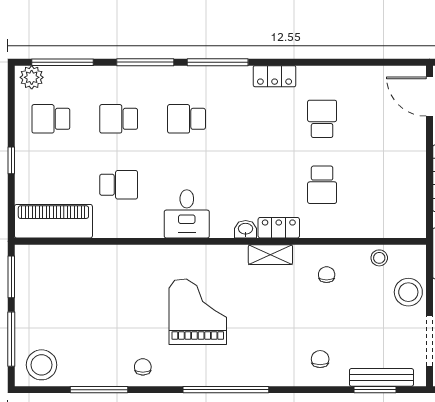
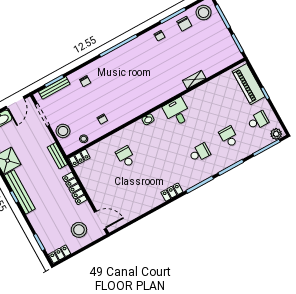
school desk: (119, 119) -> (229, 137), turned -90
school desk: (322, 119) -> (141, 185), removed
school desk: (119, 185) -> (213, 108), removed
piano: (53, 221) -> (249, 84), moved, turned 90
locker: (279, 228) -> (79, 158), moved
shelving: (270, 255) -> (194, 80), moved
grand piano: (198, 312) -> (149, 72), removed
chair: (87, 364) -> (184, 24), added

